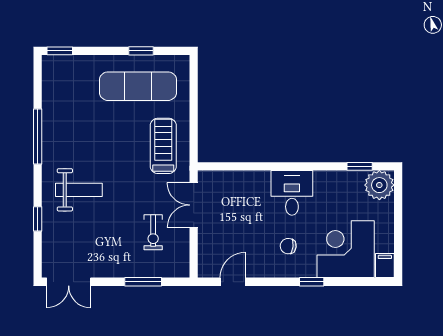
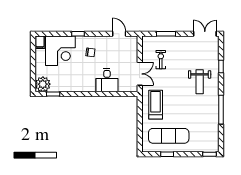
treadmill: (163, 146) -> (156, 105), turned 180
weight bench: (79, 190) -> (200, 82), turned -90
desk: (292, 193) -> (107, 80), moved
door: (233, 282) -> (119, 34), swing flipped

